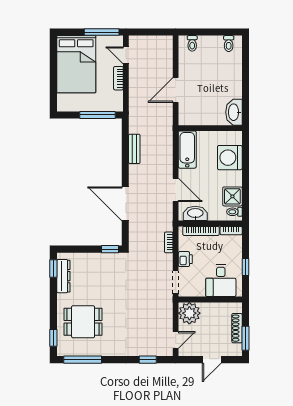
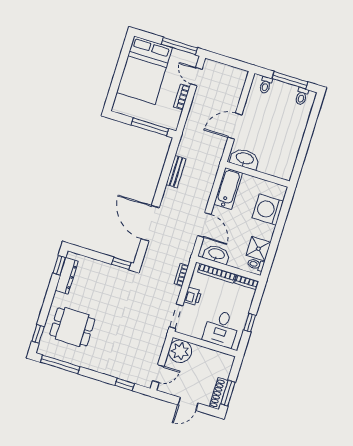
window: (213, 32) -> (290, 80), added
washbasin: (234, 112) -> (245, 159), moved, turned 90
shoe rack: (237, 328) -> (219, 394), moved

